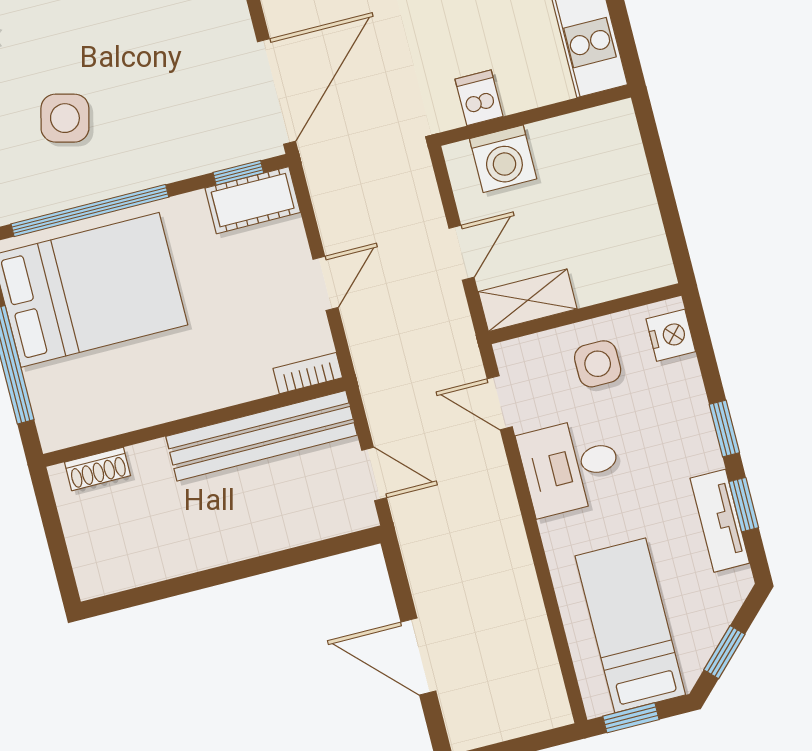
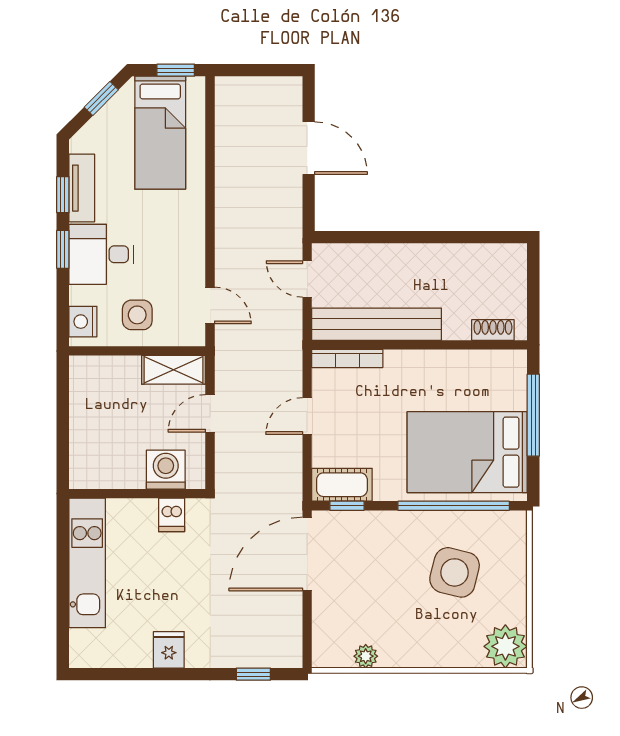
side table: (65, 118) -> (455, 572), width x1.37, depth x1.37
bookcase: (308, 373) -> (347, 359), width x1.56
desk: (571, 466) -> (101, 254), moved, turned 180

